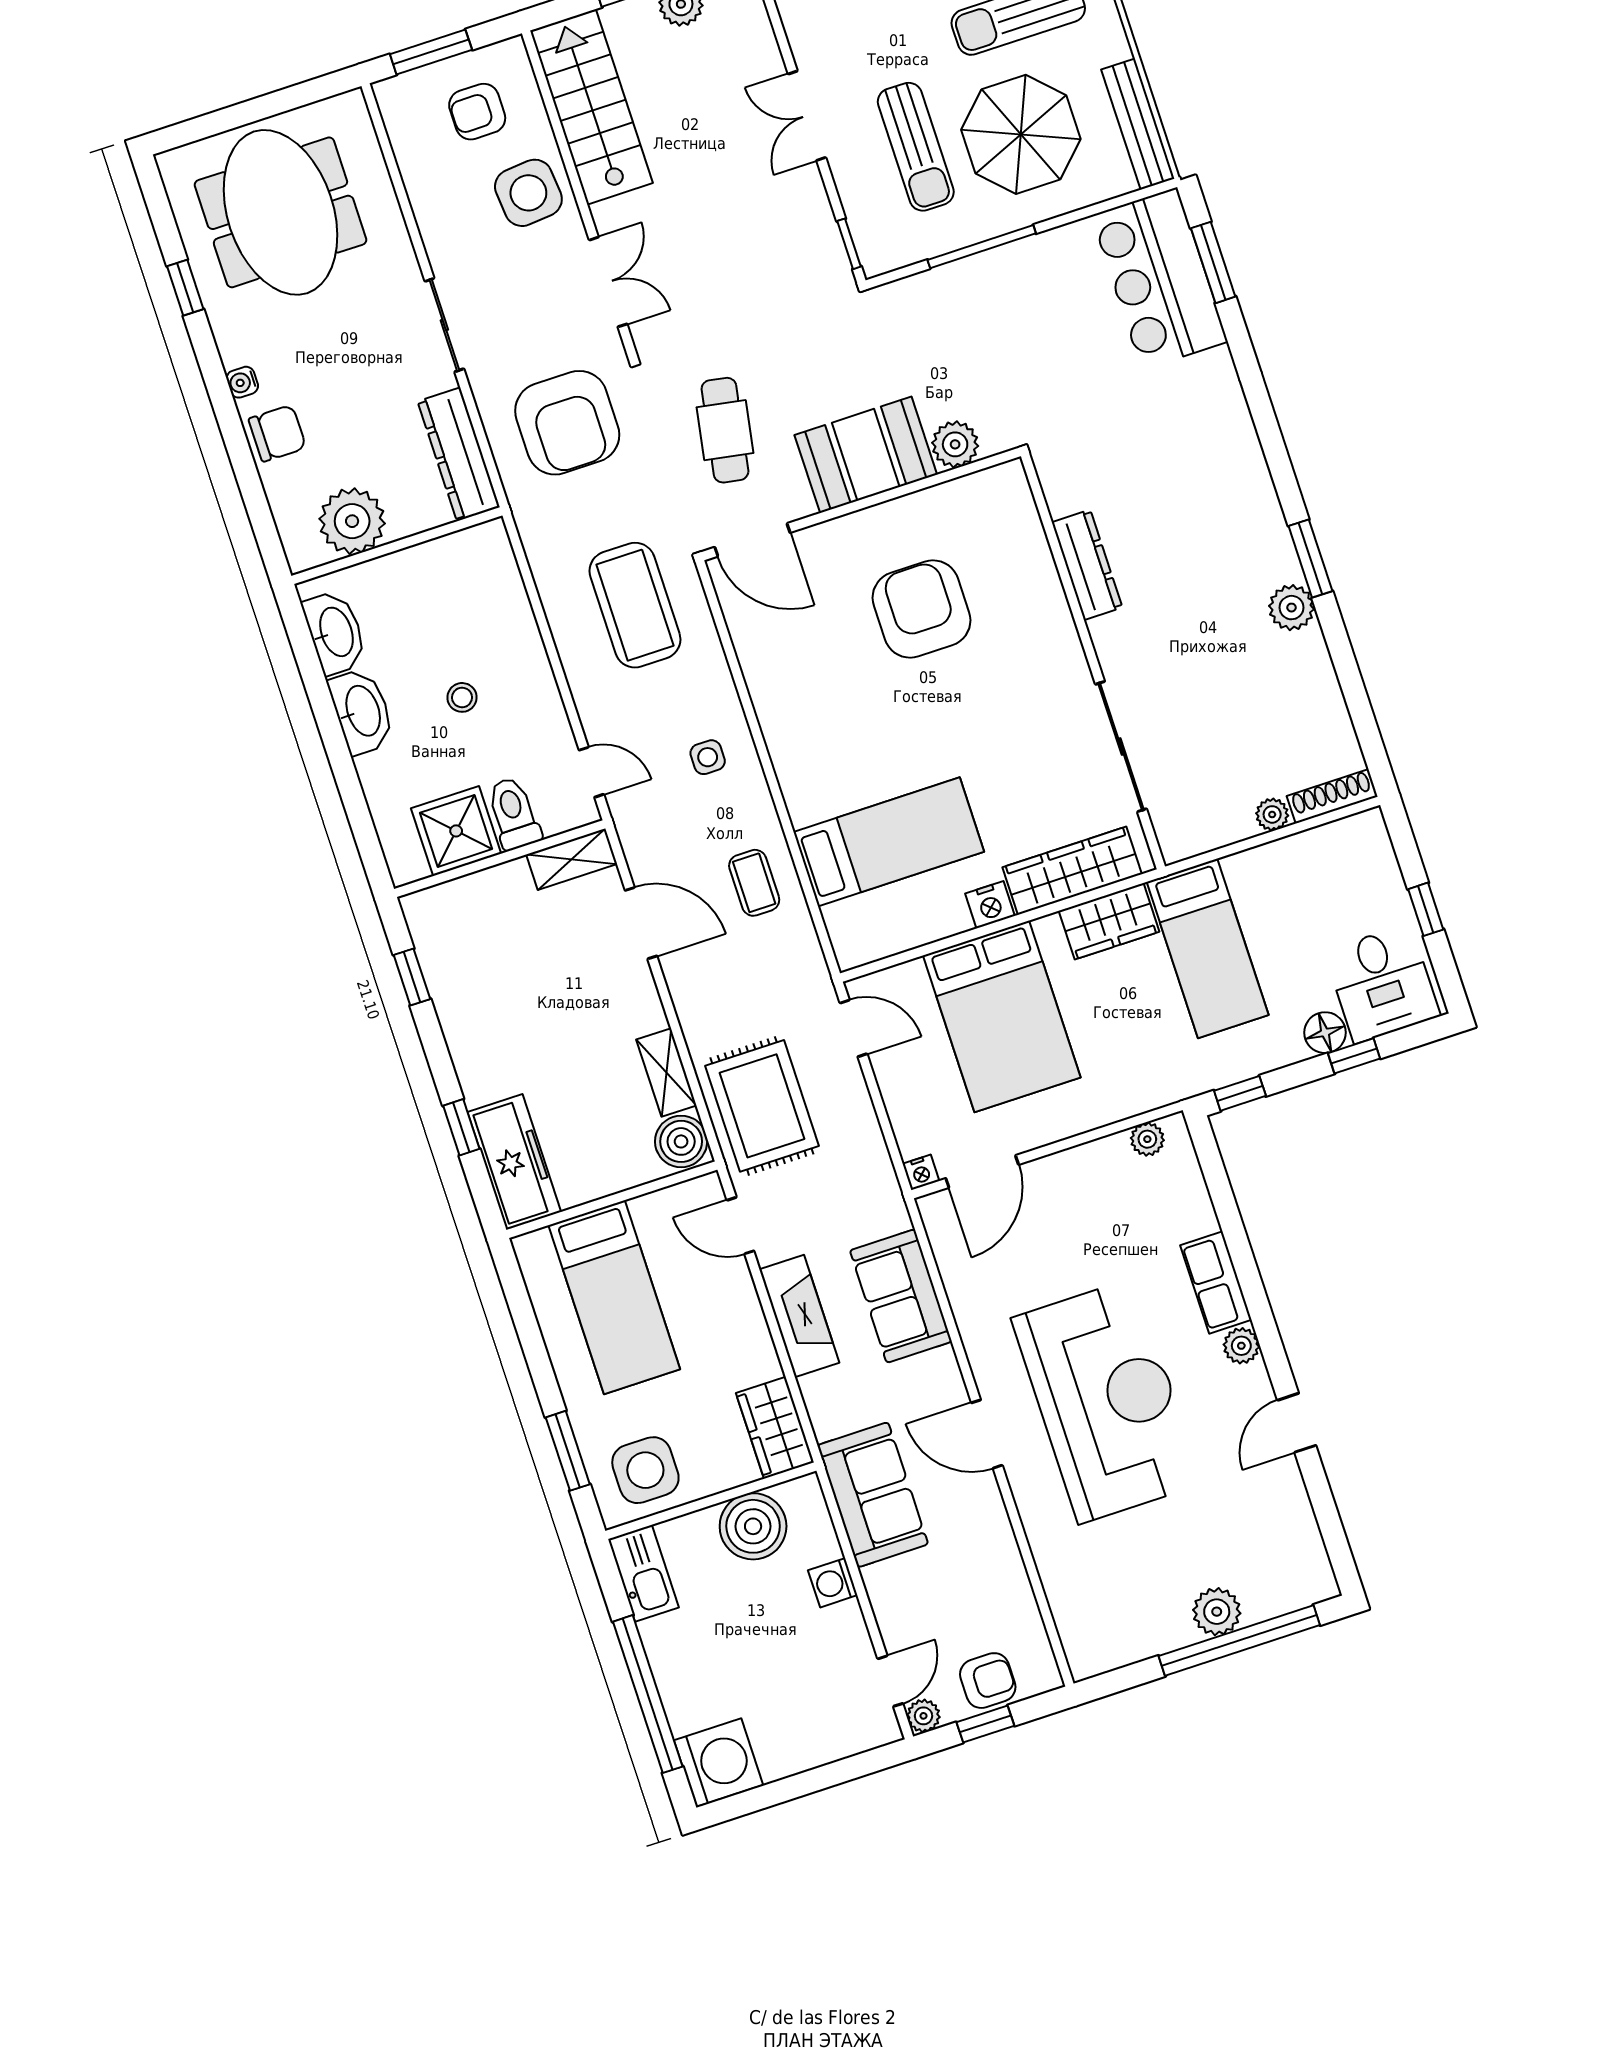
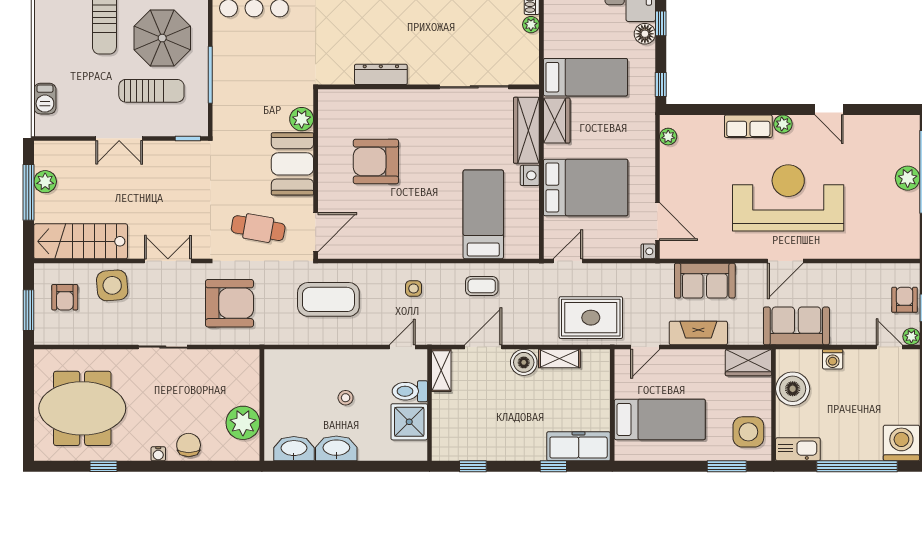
dresser: (459, 454) -> (228, 361), removed
boiler: (681, 1141) -> (524, 362), moved

